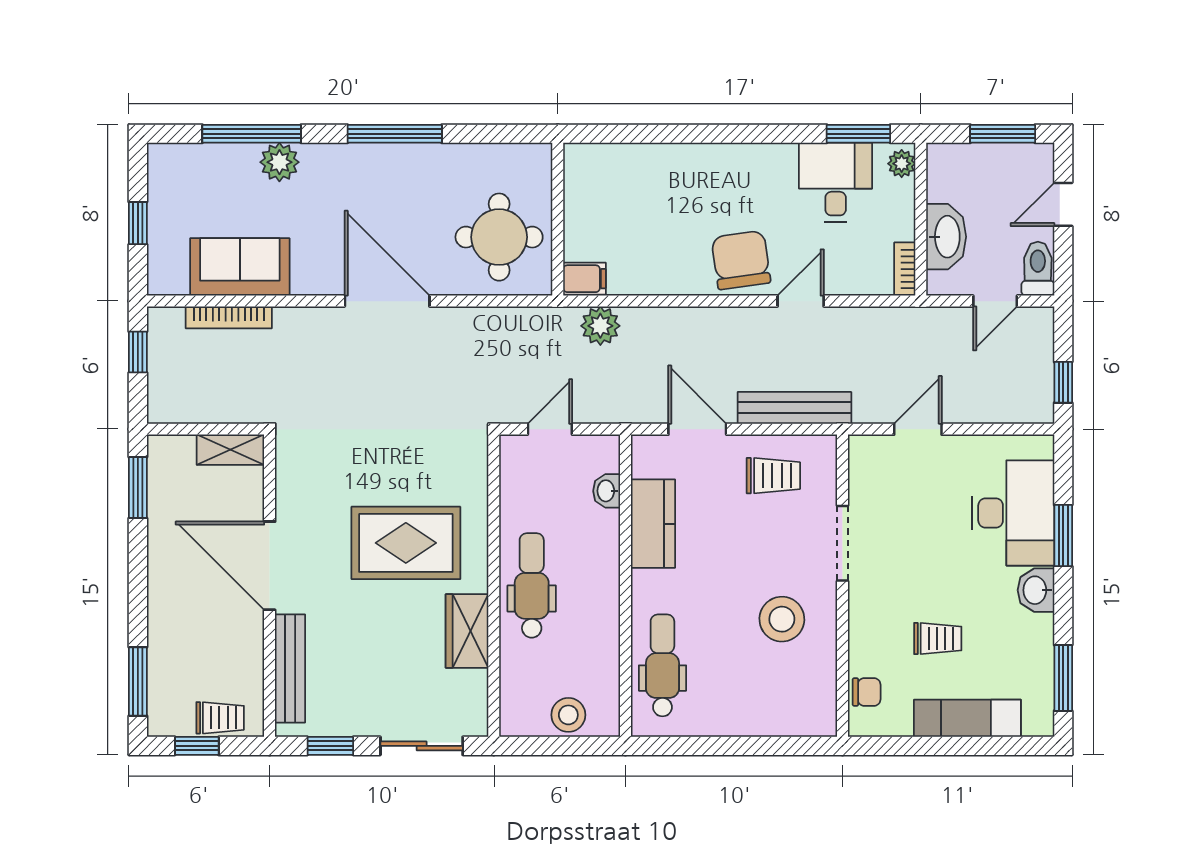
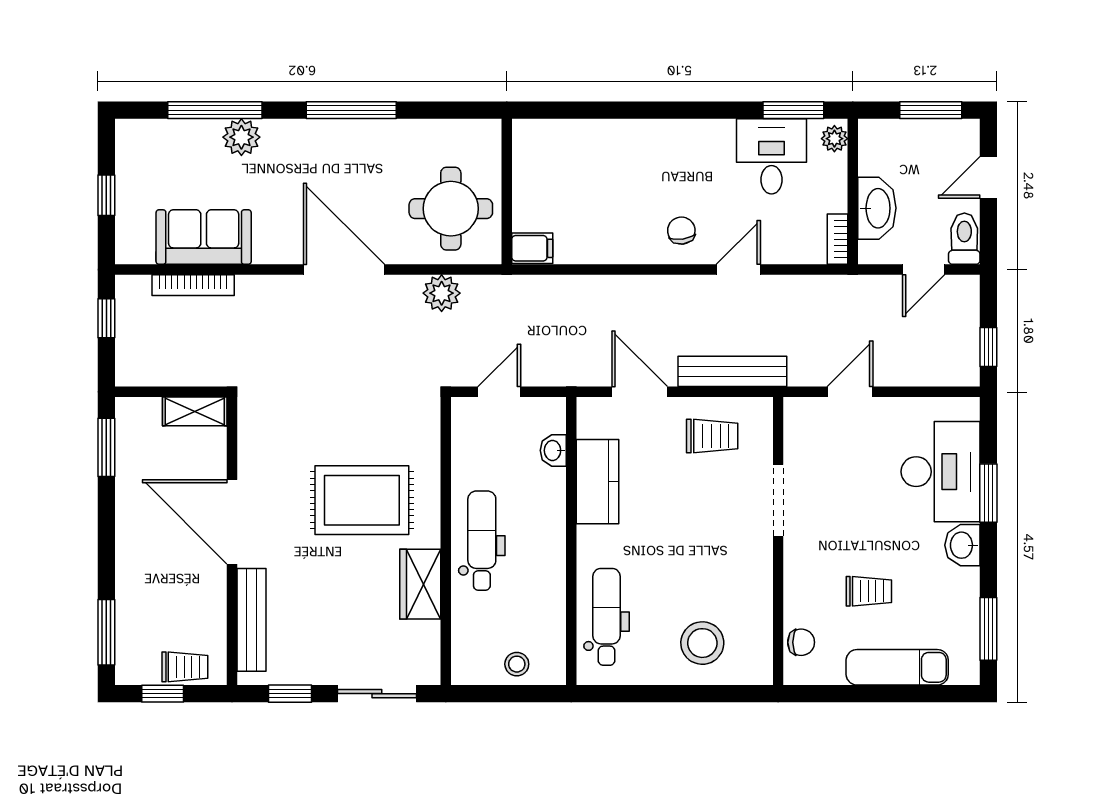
chair: (741, 260) -> (681, 231), width x0.54, depth x0.54
plant: (600, 326) -> (442, 293), moved
stool: (782, 619) -> (702, 643), moved
stool: (568, 715) -> (517, 664), width x0.73, depth x0.73

